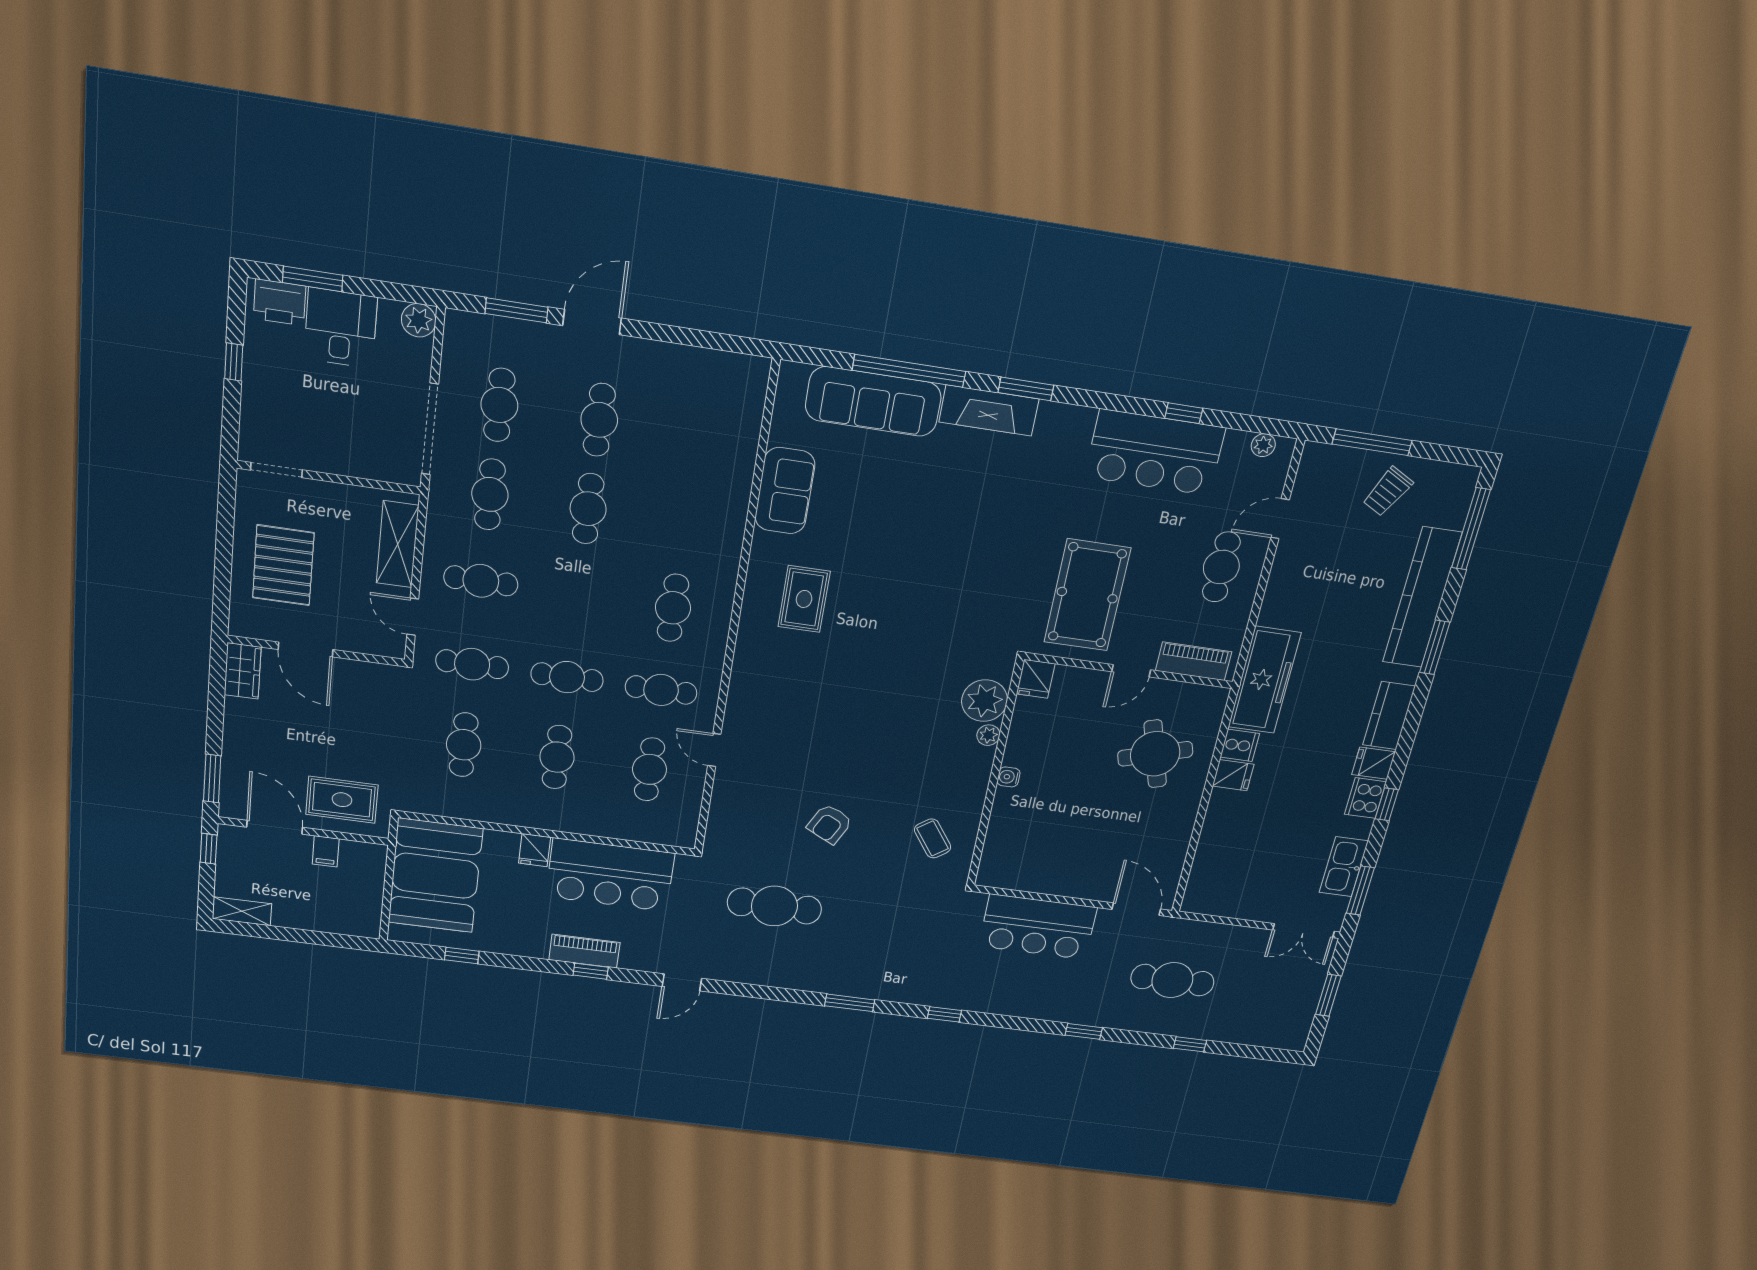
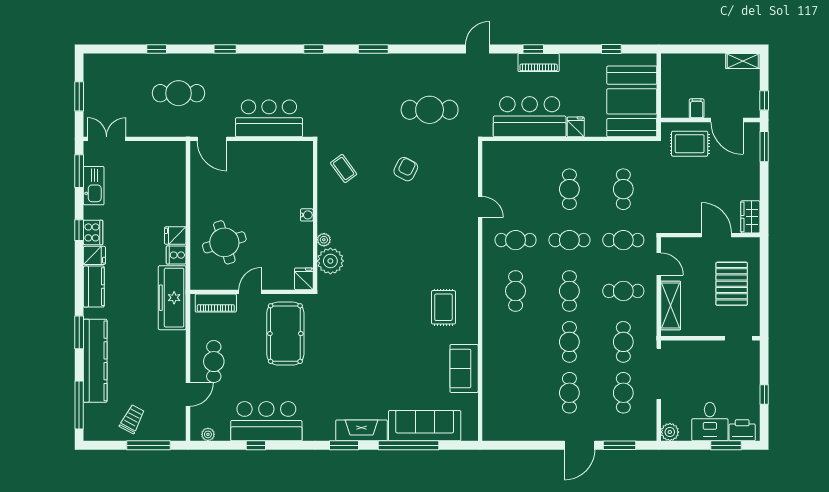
cafe table: (649, 769) -> (569, 291), moved

